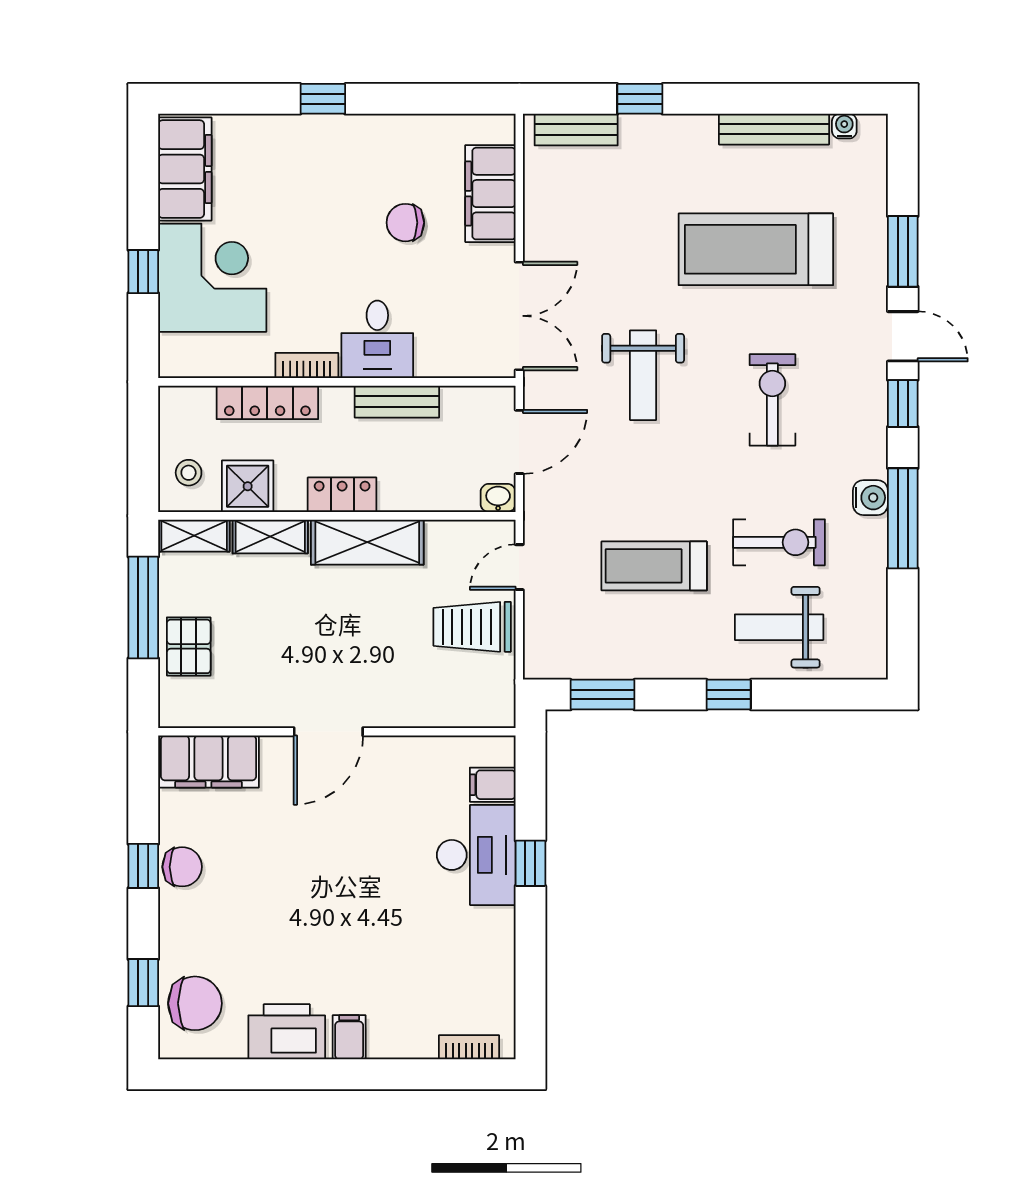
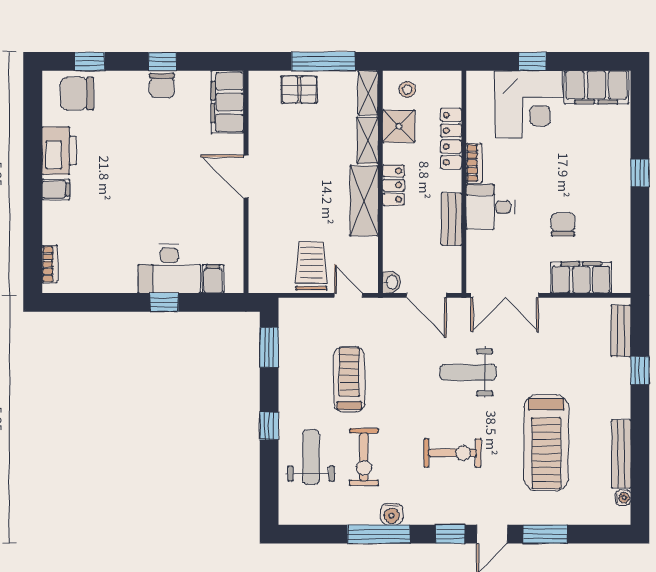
treadmill: (756, 249) -> (546, 443), turned 180
chair: (195, 1003) -> (77, 94), turned 90

